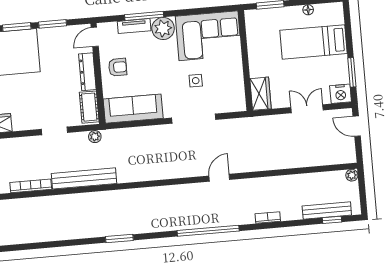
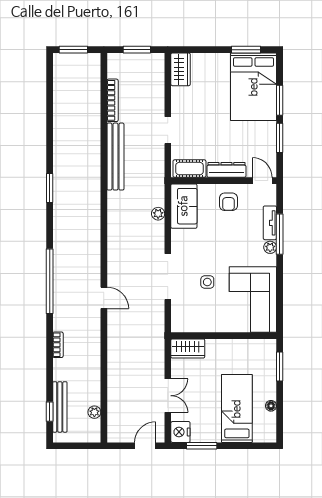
plant: (163, 28) -> (270, 247), width x0.53, depth x0.53
sofa: (133, 109) -> (184, 206), width x0.73
plant: (95, 137) -> (158, 214), moved
plant: (352, 175) -> (94, 412), moved

